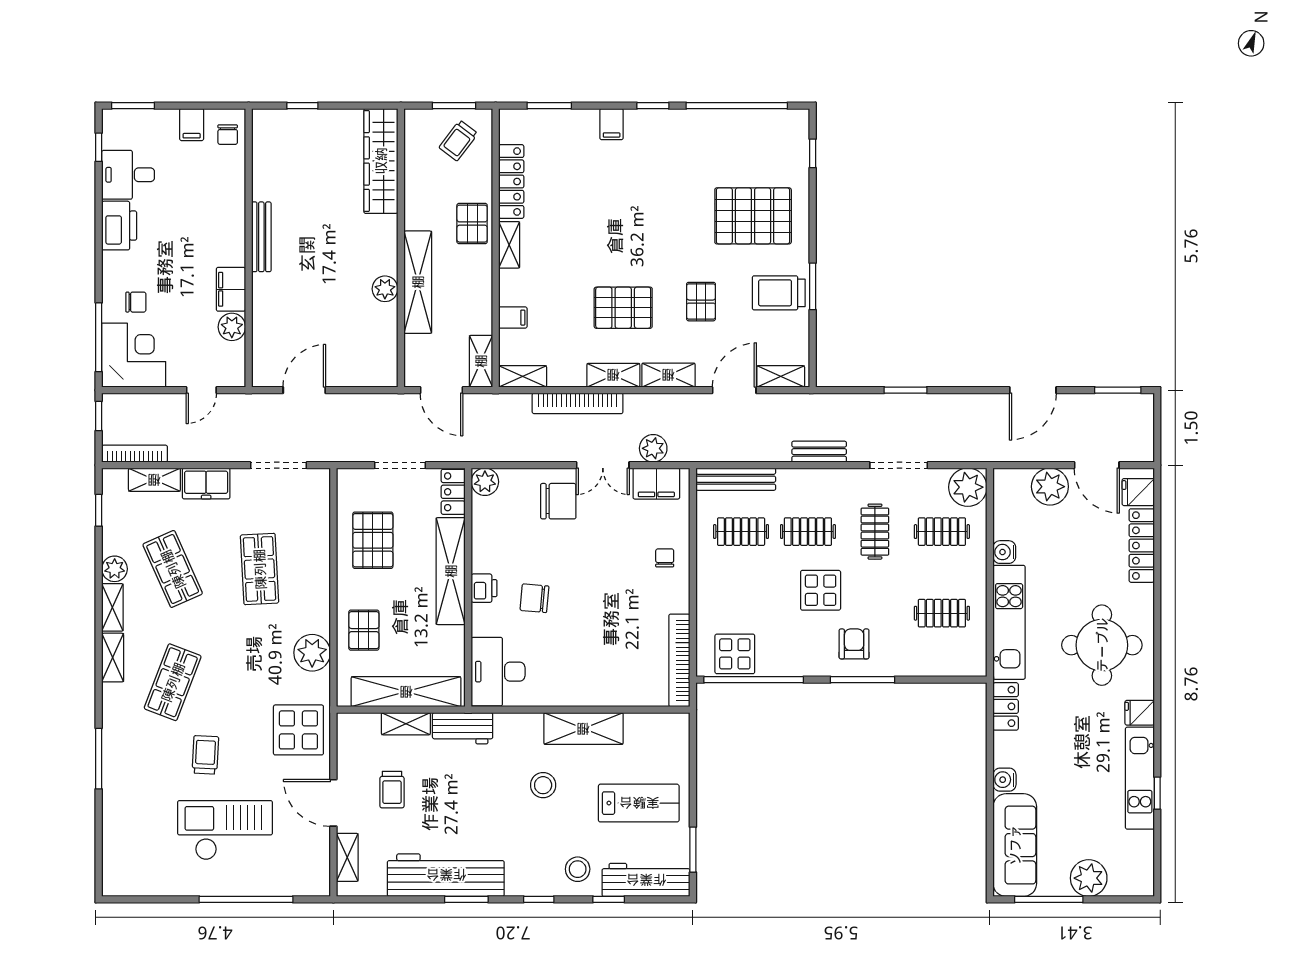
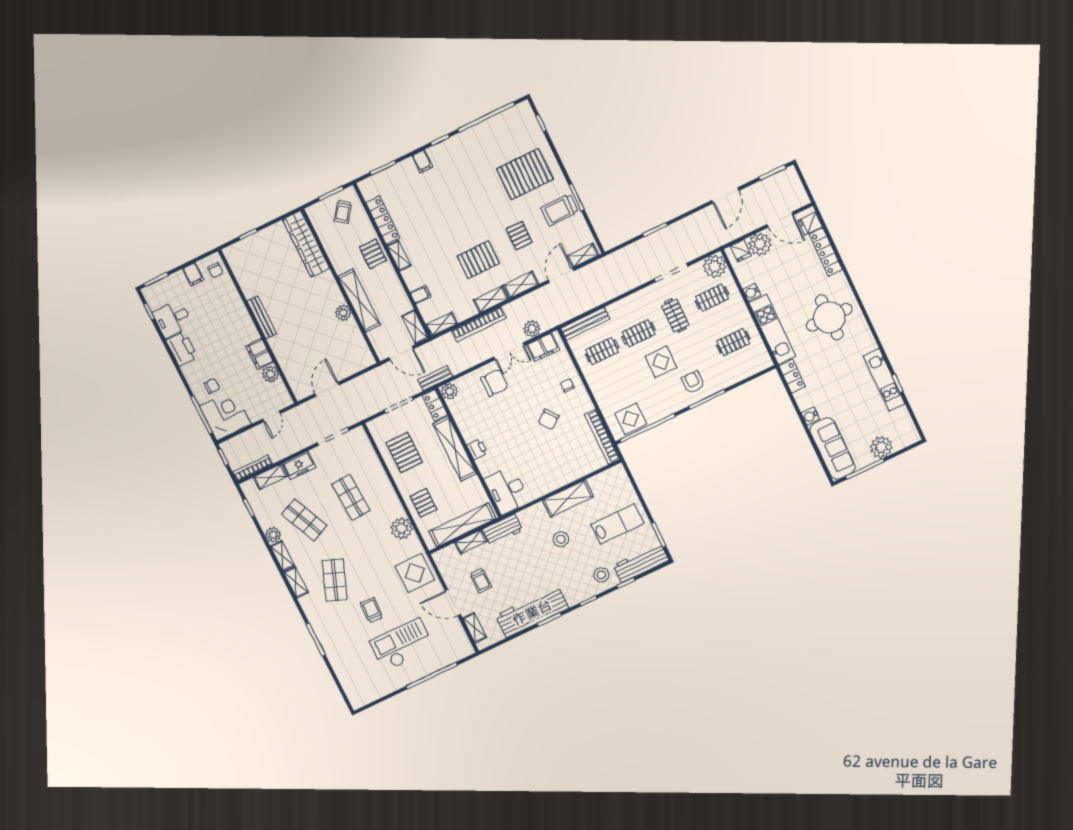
bench: (819, 452) -> (435, 378), moved
chair: (534, 598) -> (549, 419), moved, turned -42
fridge: (1140, 713) -> (741, 251), moved, turned -90

